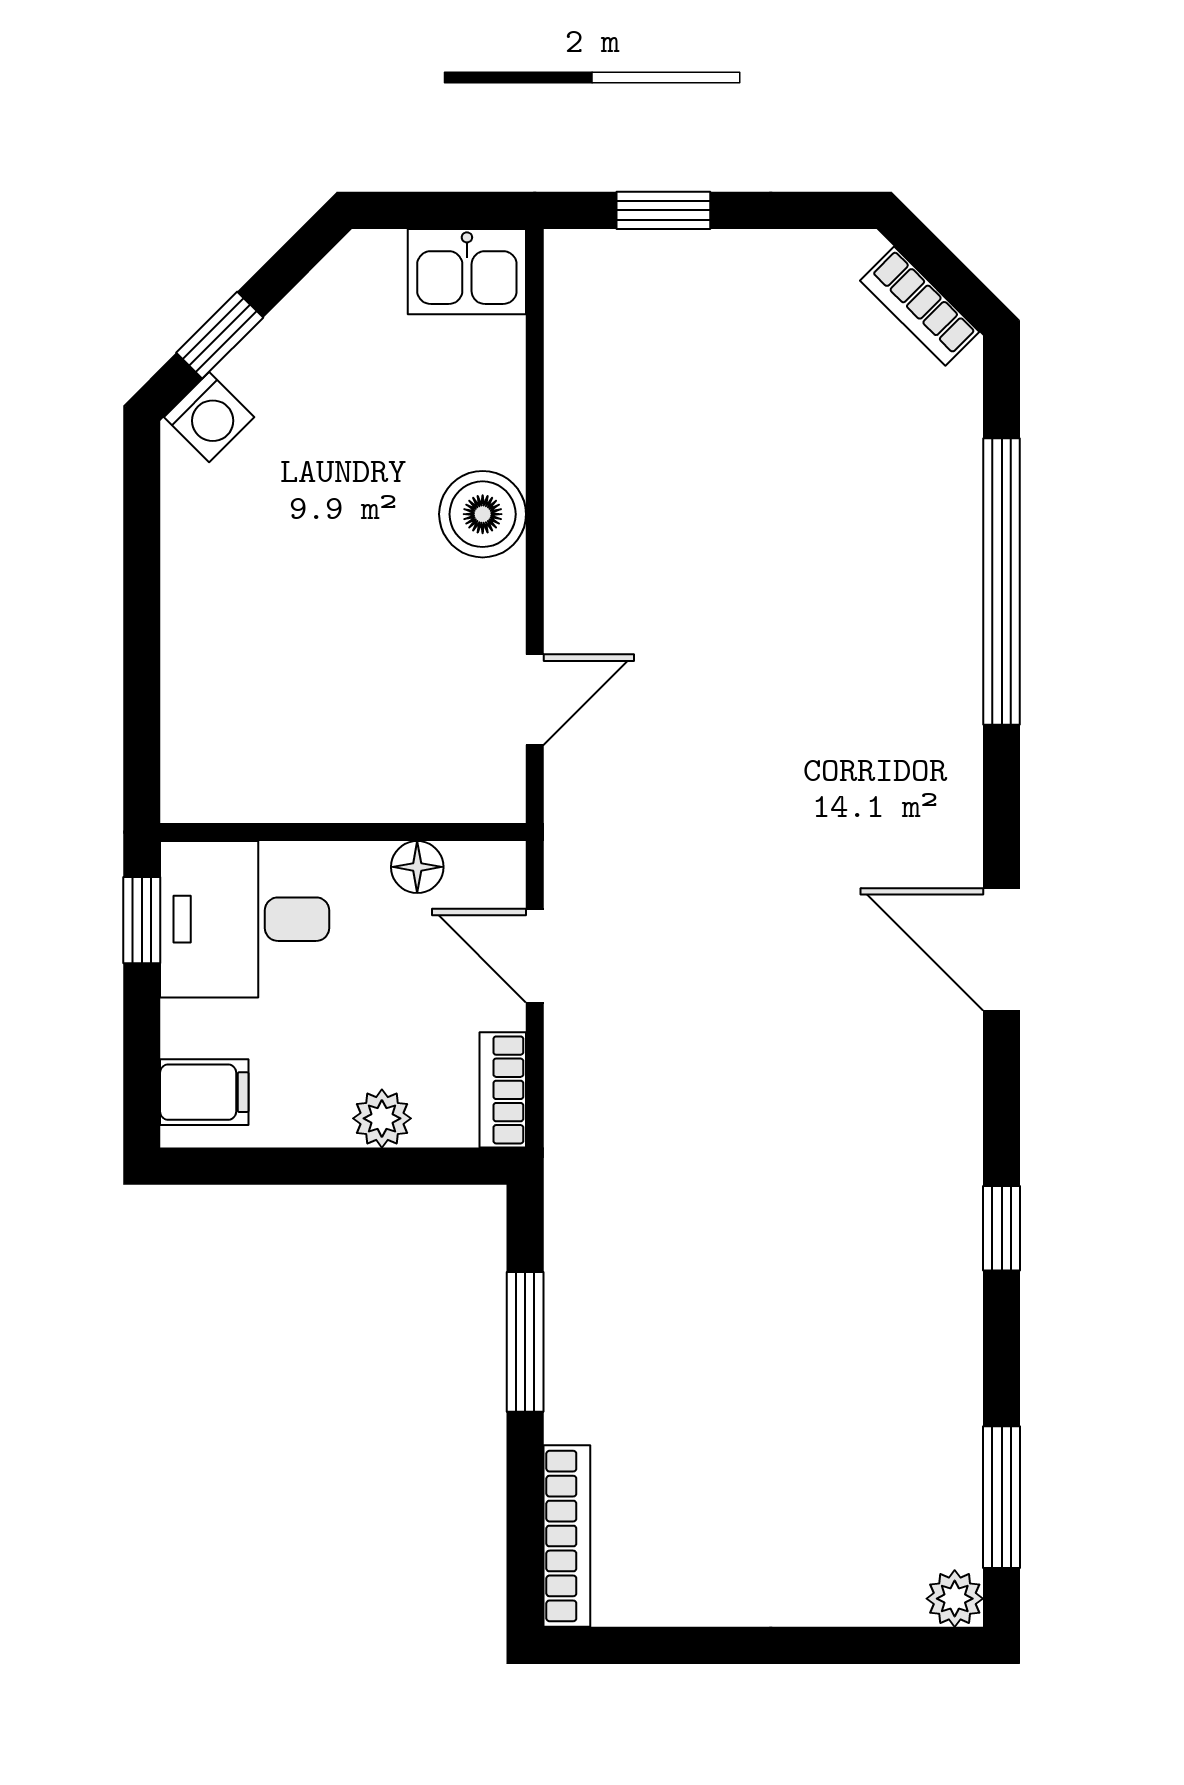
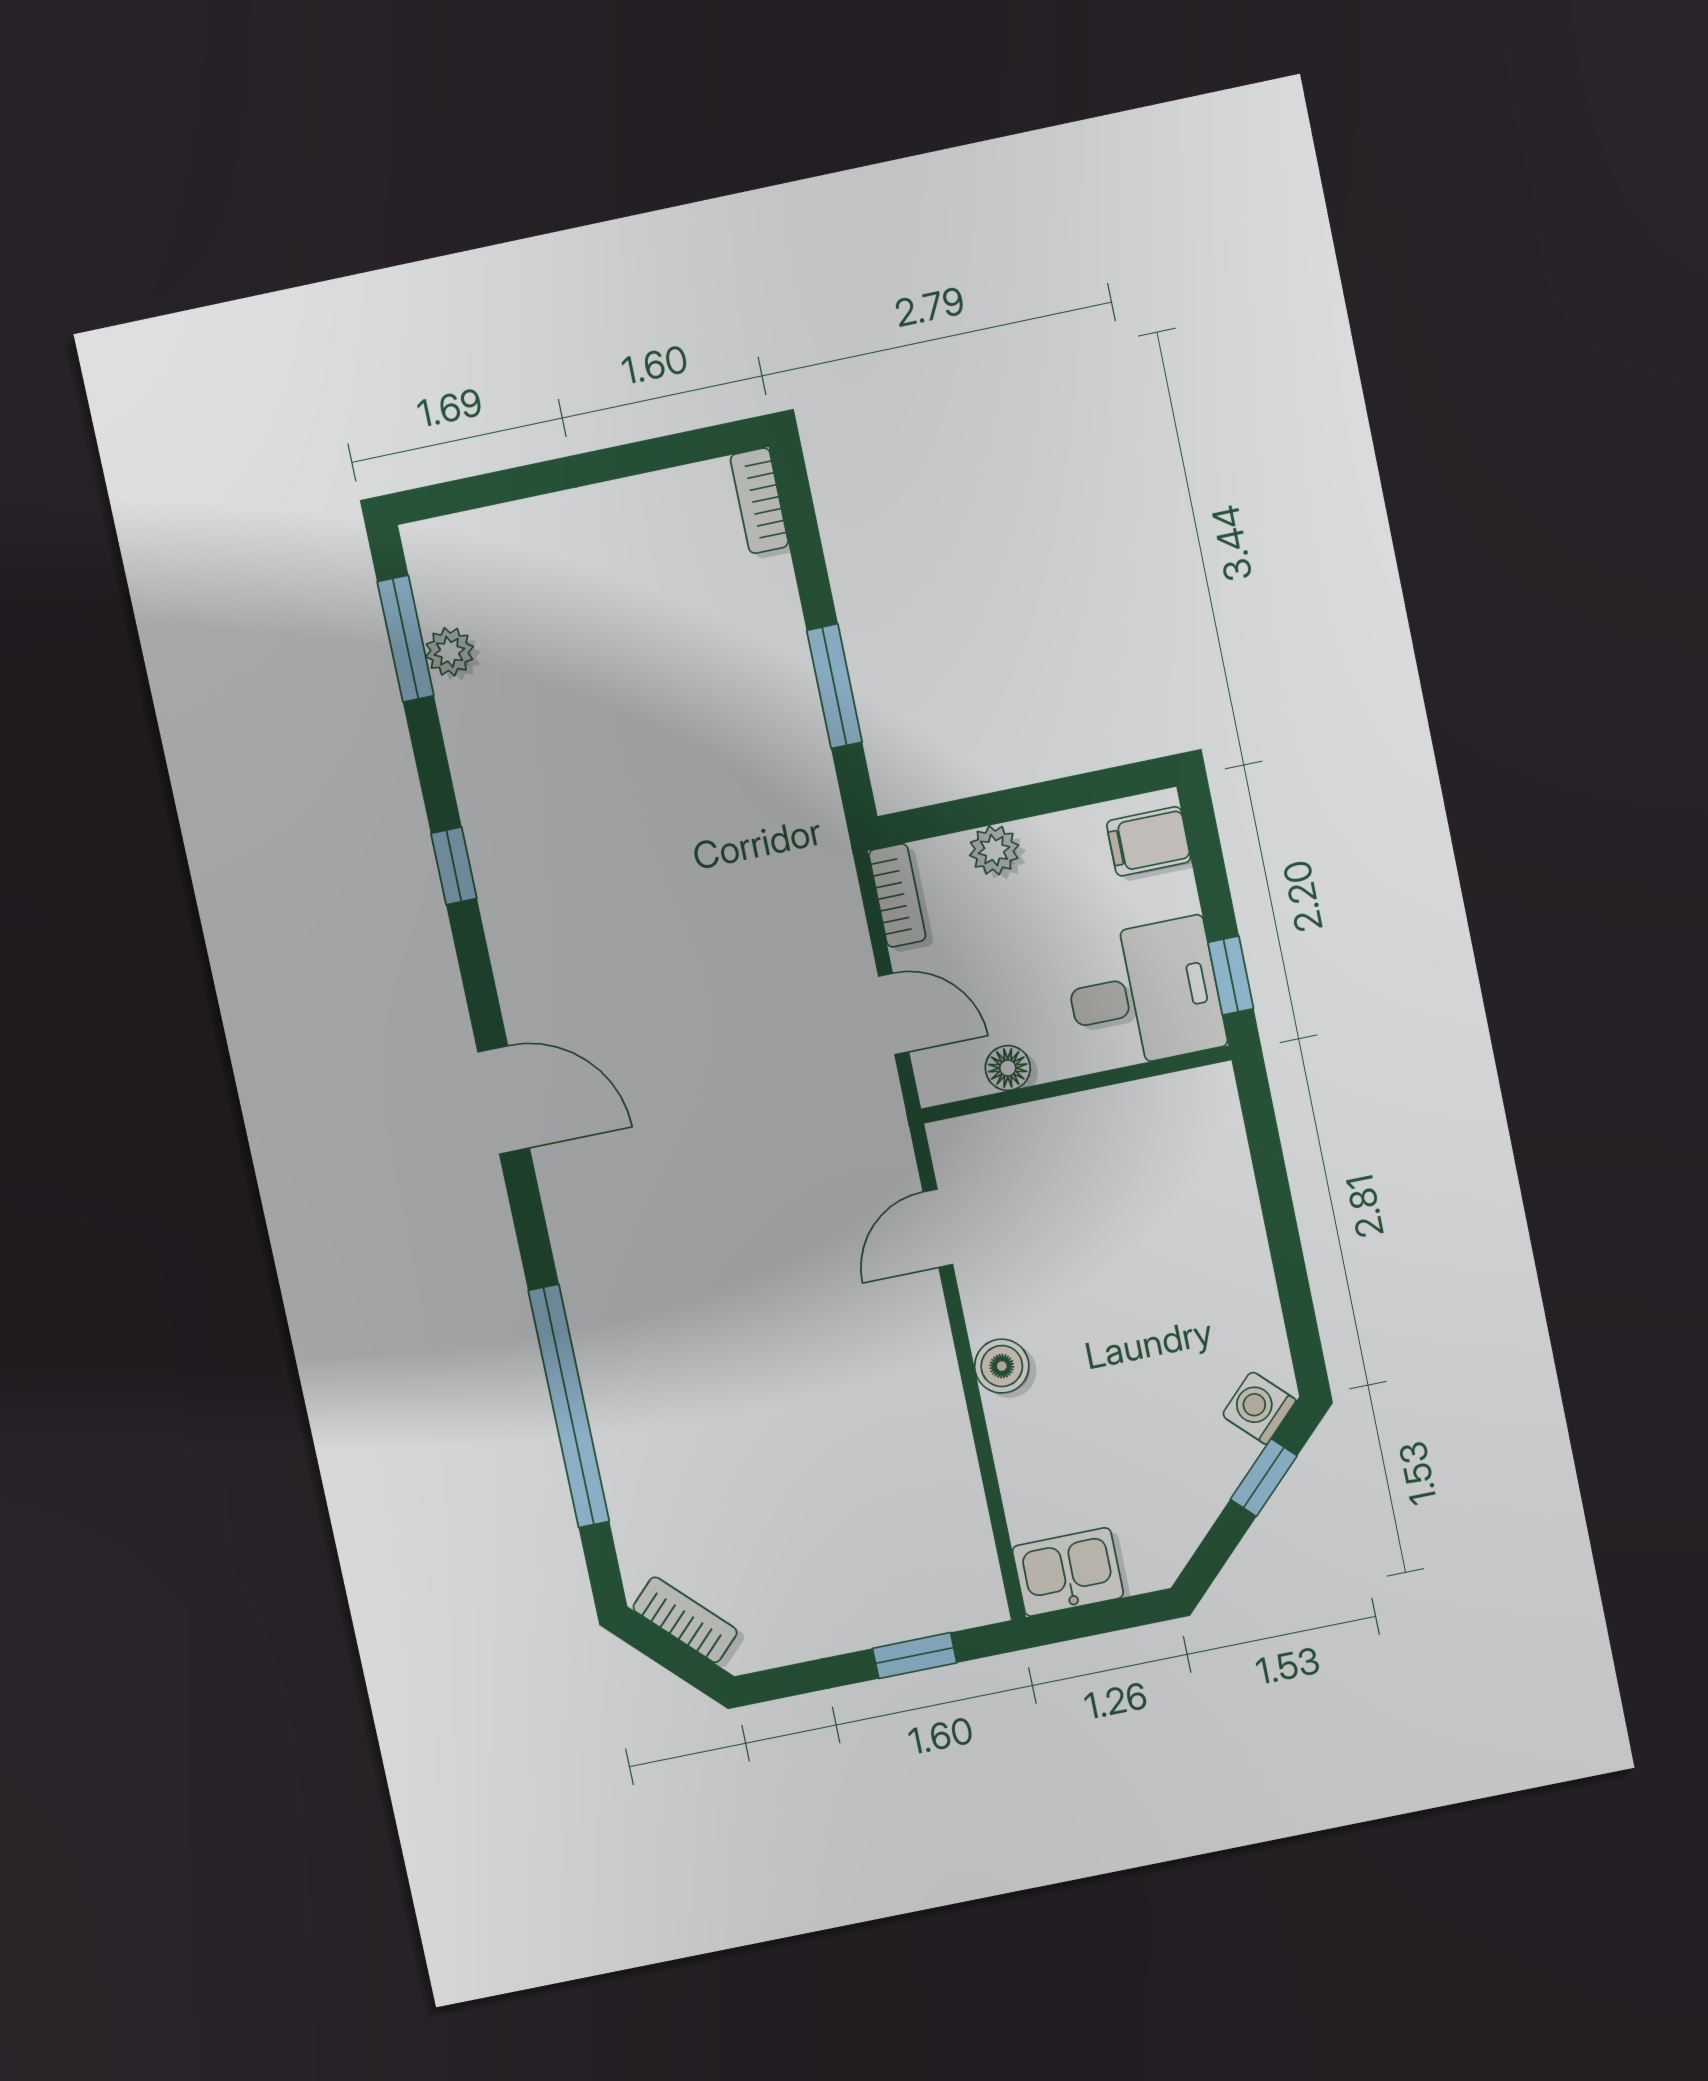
boiler: (483, 514) -> (1002, 1366), width x0.73, depth x0.73
bookcase: (567, 1536) -> (759, 501), width x0.64
plant: (955, 1599) -> (449, 652), moved

